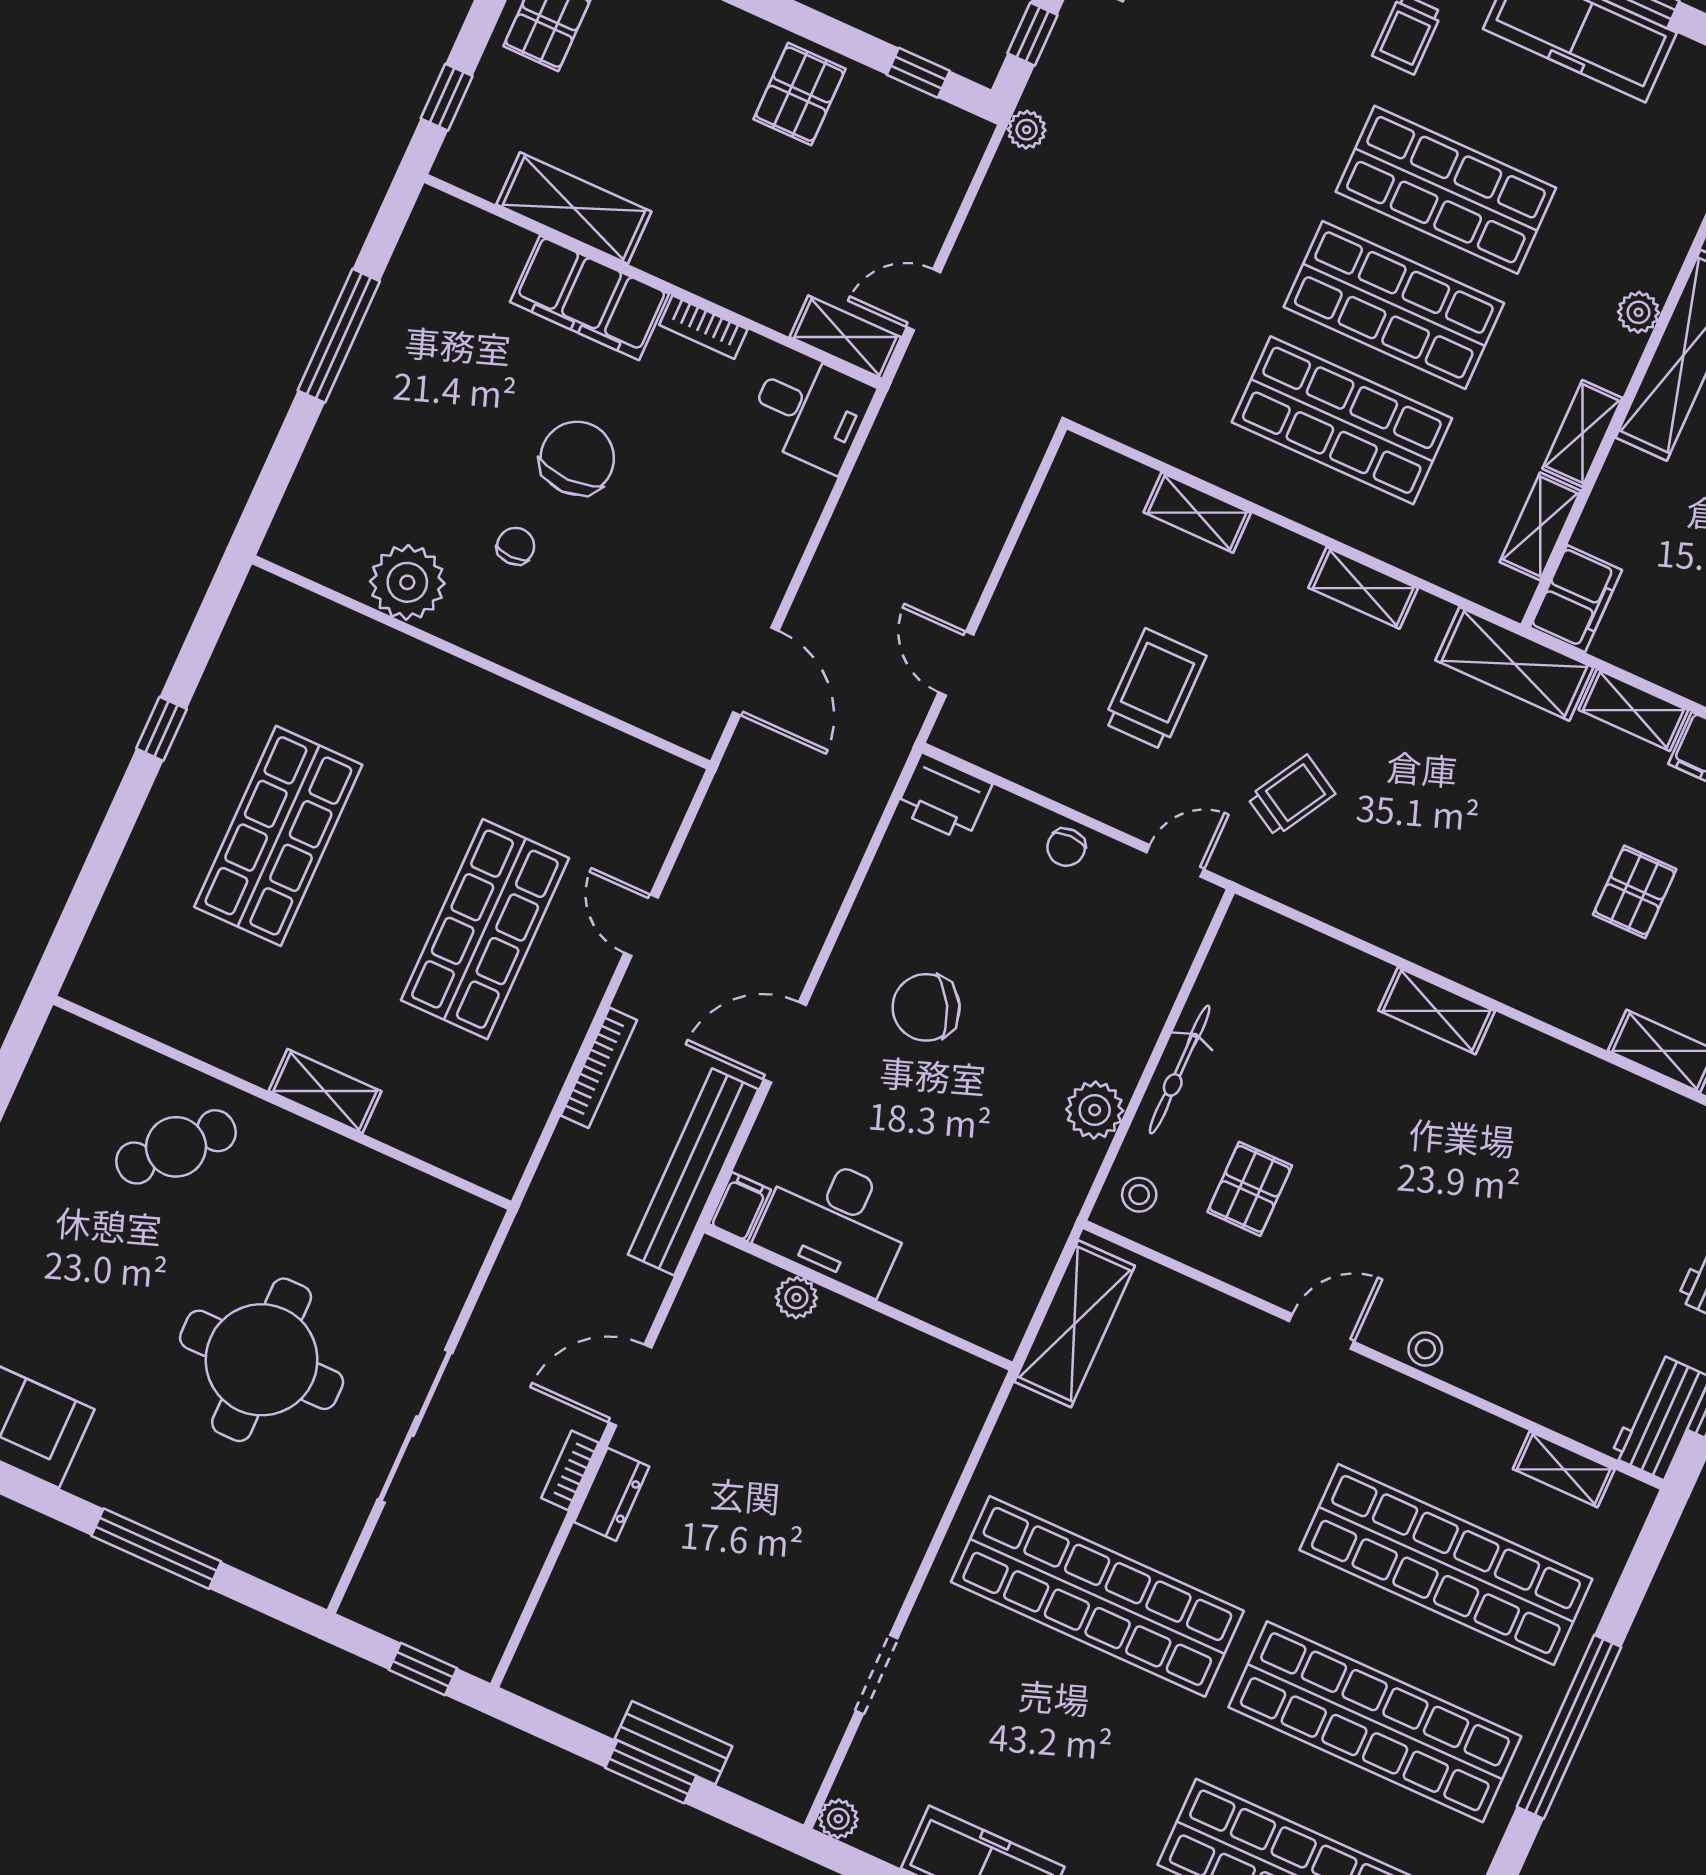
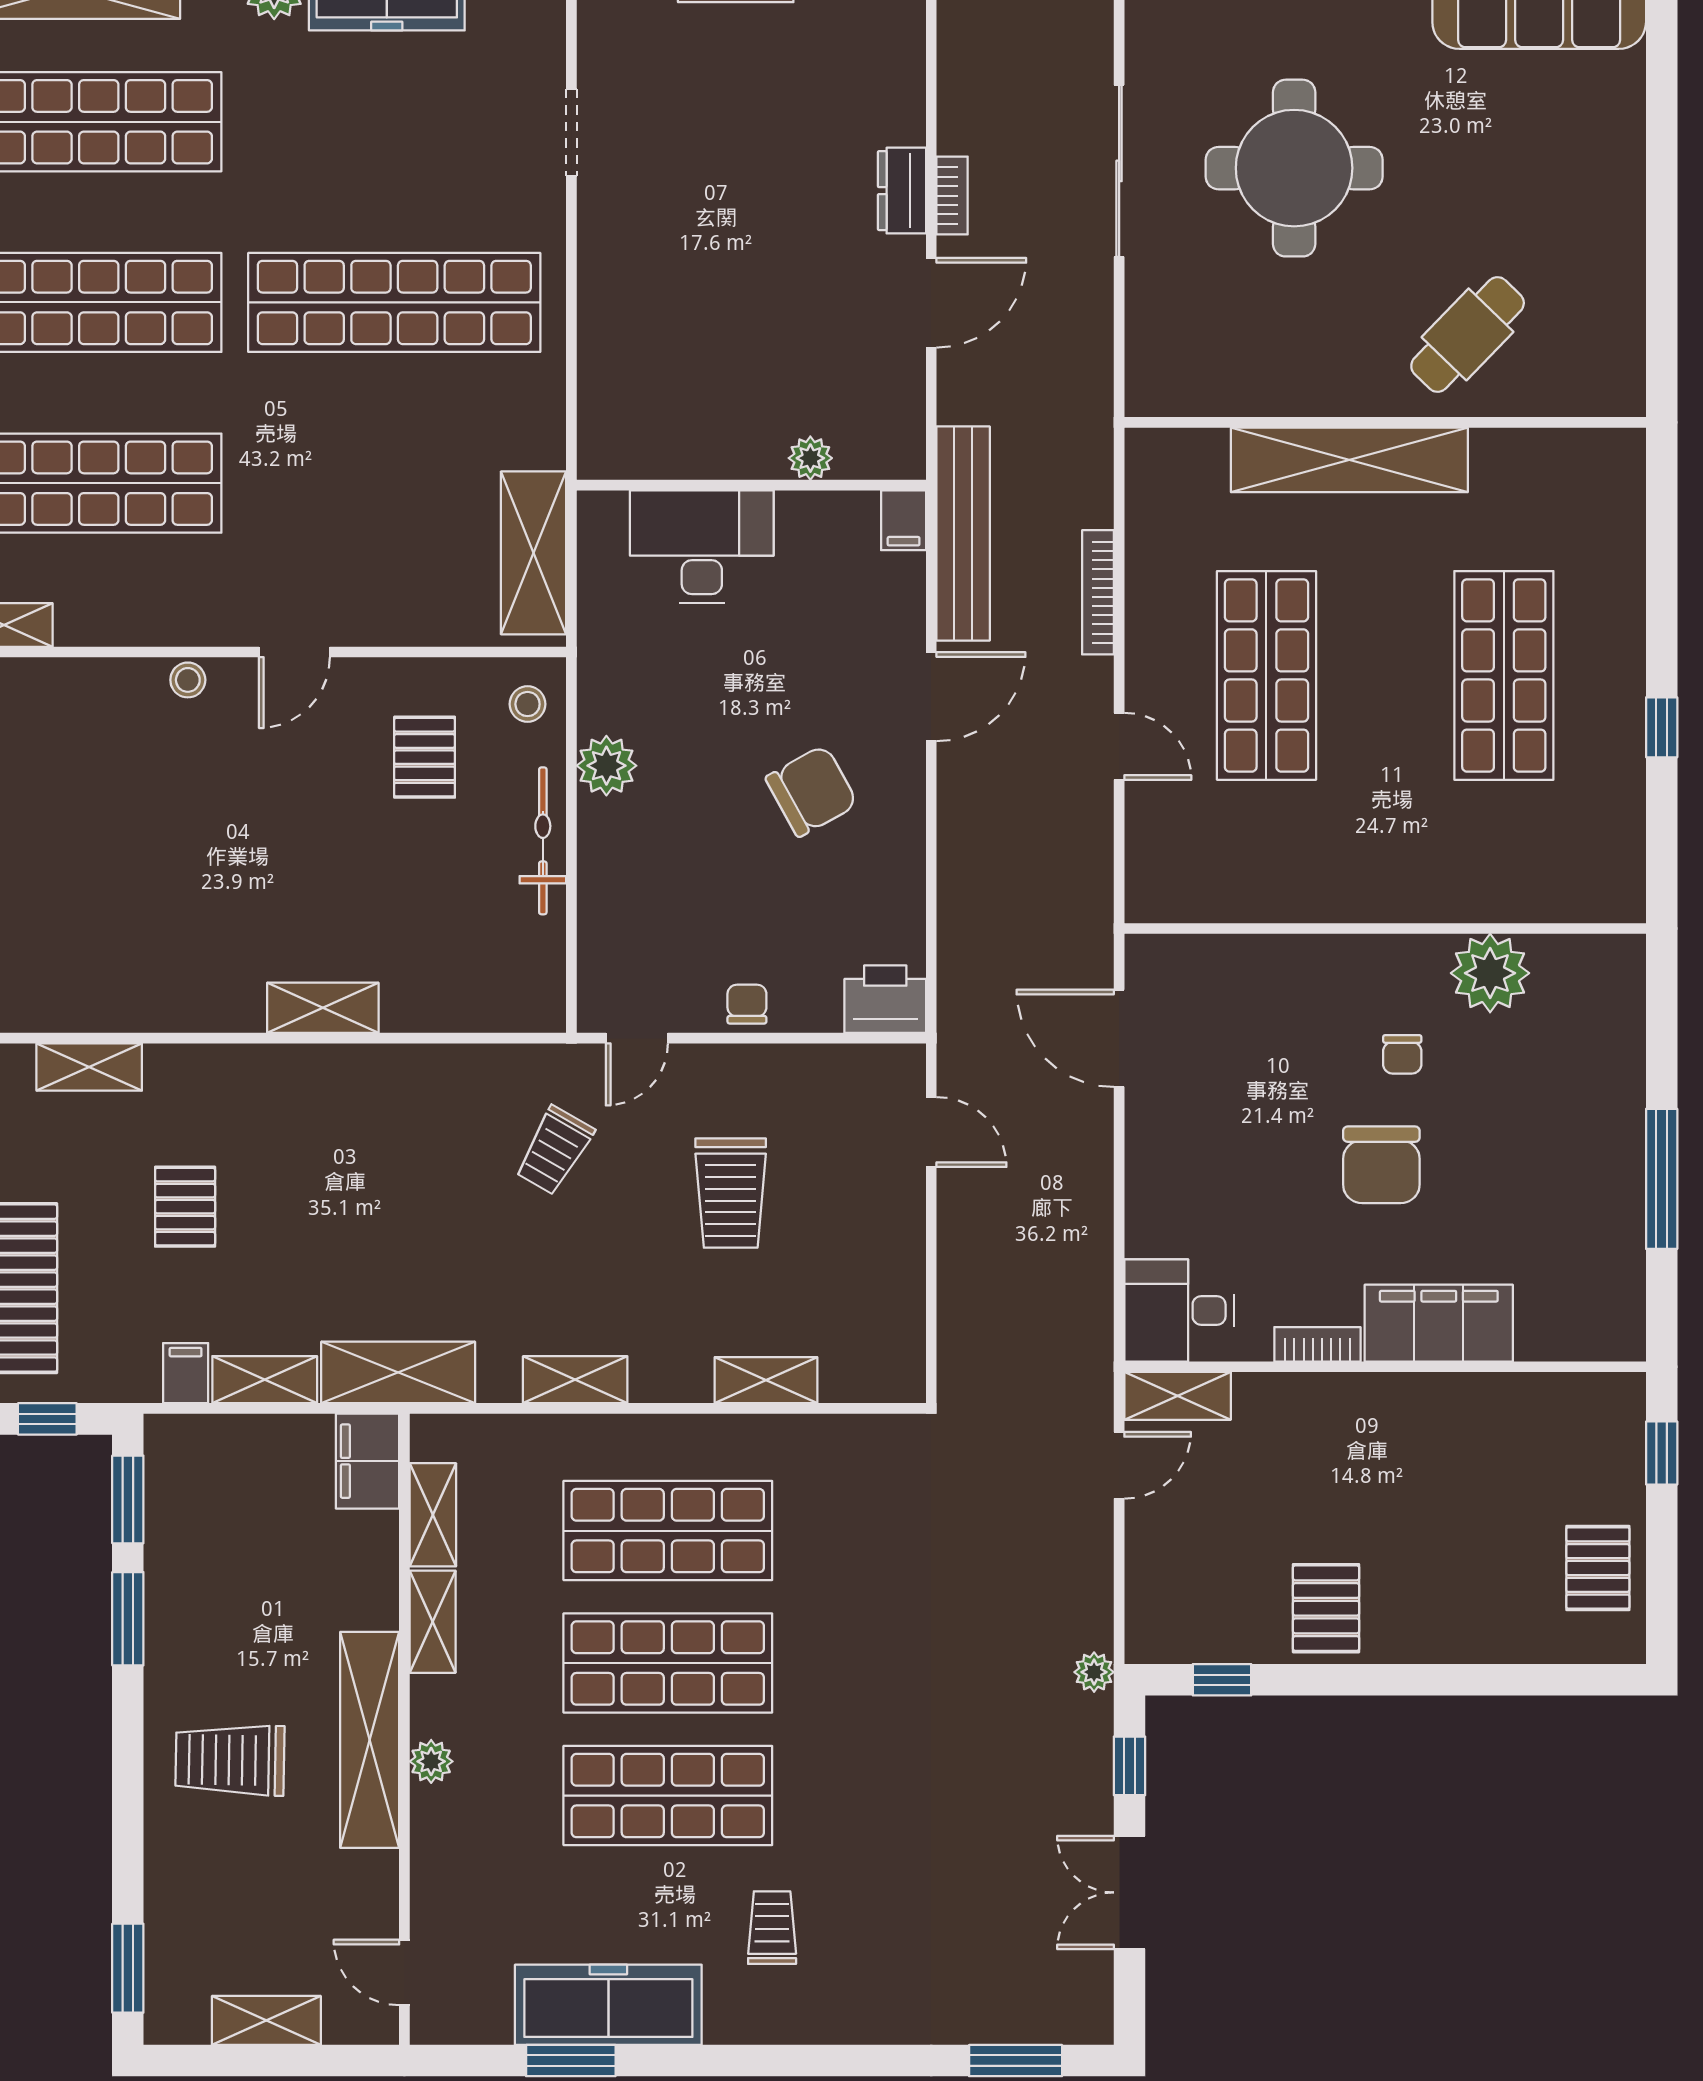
shelving: (574, 208) -> (1492, 1402), removed
shelving: (325, 1091) -> (1349, 460), width x2.20, depth x1.33
desk: (836, 1222) -> (702, 547), moved

